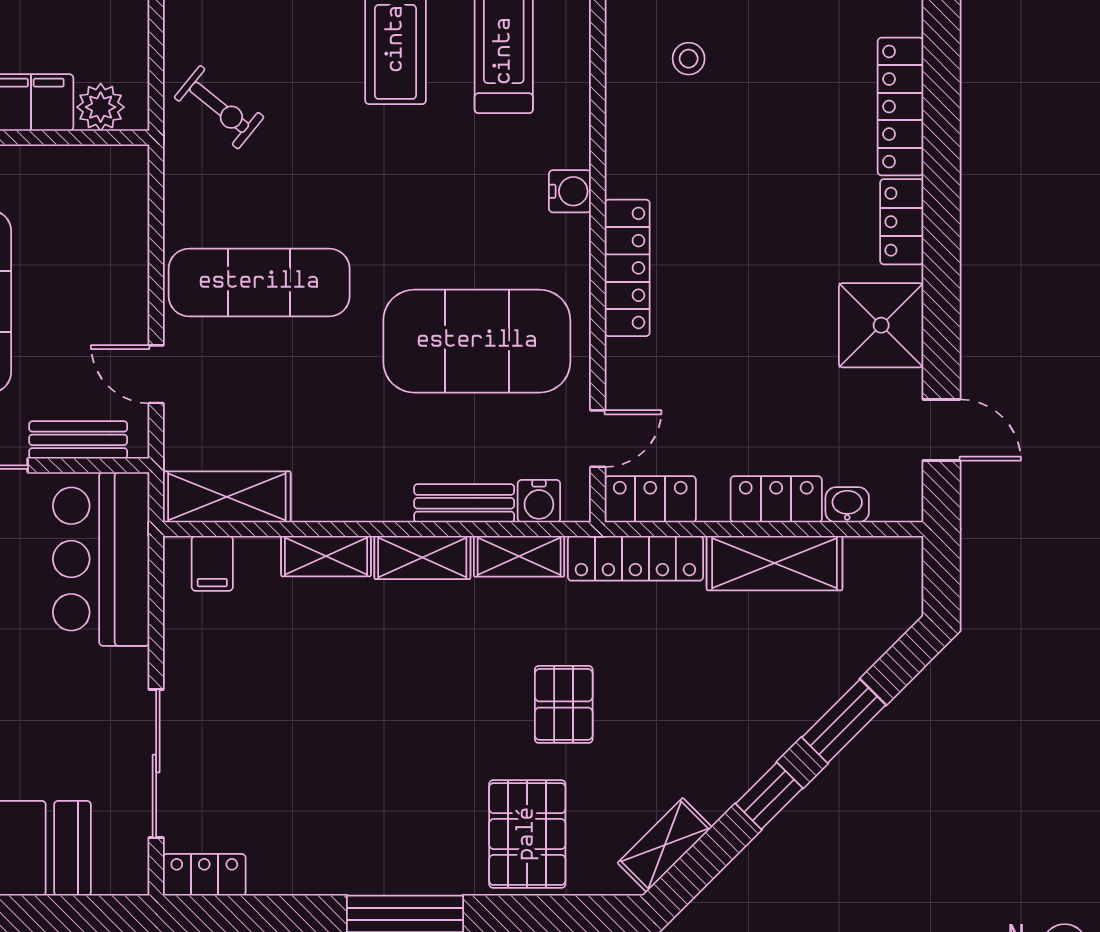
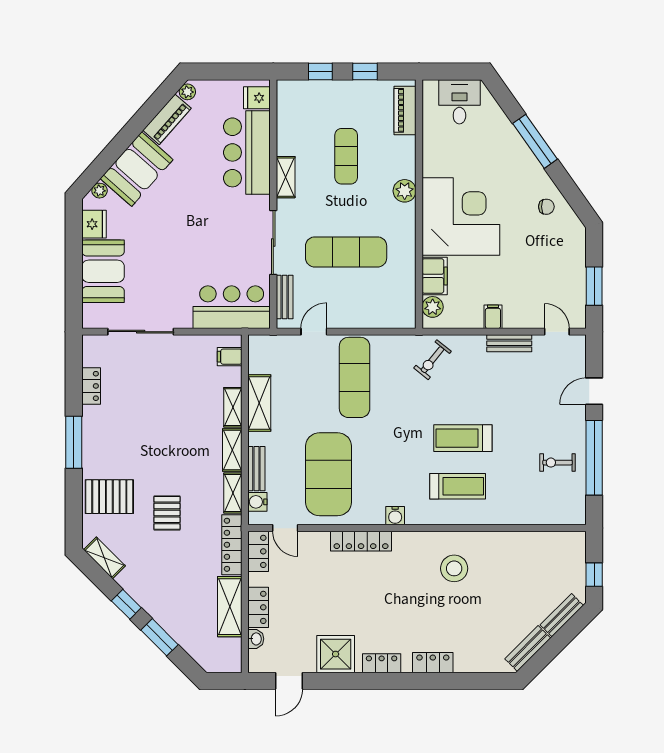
stool: (689, 59) -> (454, 568), width x1.89, depth x1.89
locker: (900, 107) -> (433, 663), width x0.66
shelving: (227, 497) -> (259, 403), moved
pallet: (564, 704) -> (167, 513), turned 90
locker: (204, 875) -> (91, 386), moved

